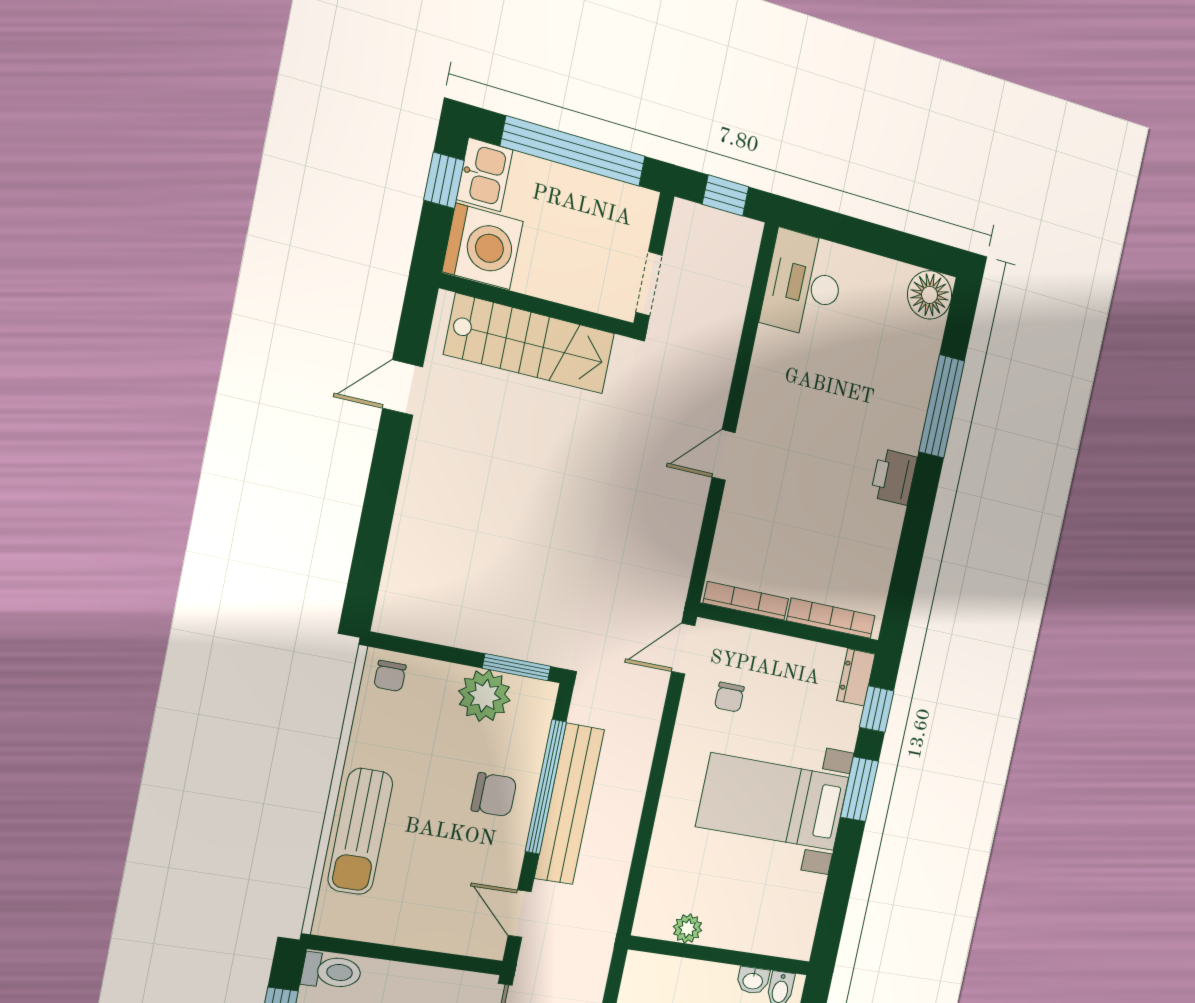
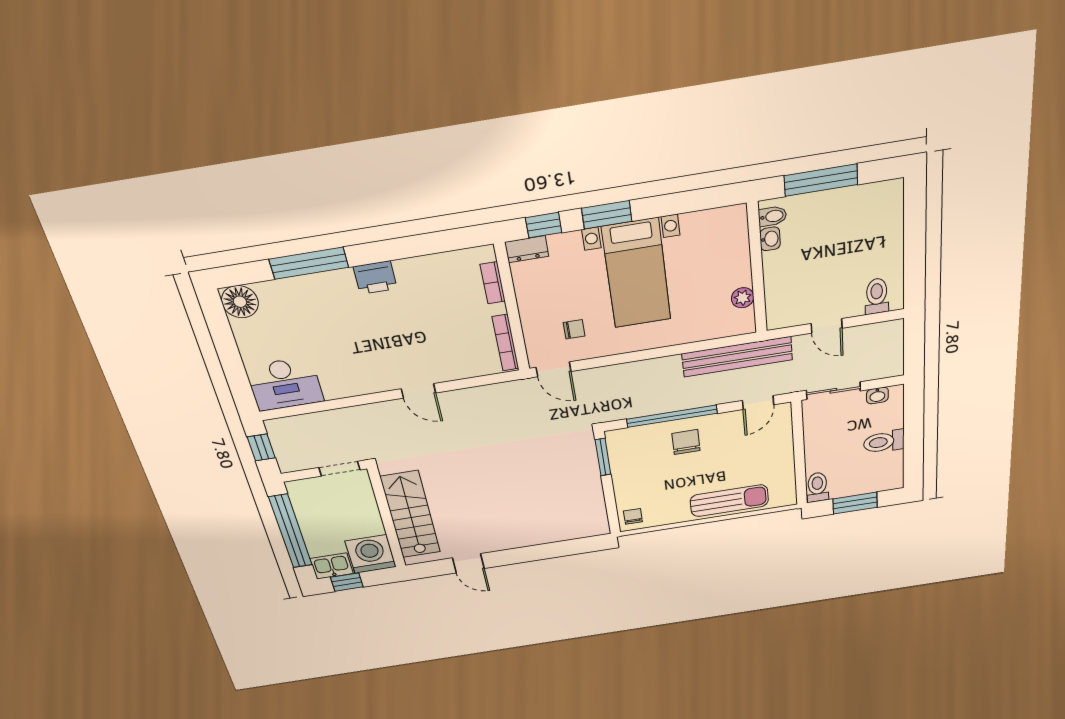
bookcase: (831, 618) -> (493, 283), width x0.64
chair: (390, 676) -> (633, 516), turned -90
plant: (484, 696) -> (627, 467), removed
bench: (569, 804) -> (737, 357), moved

